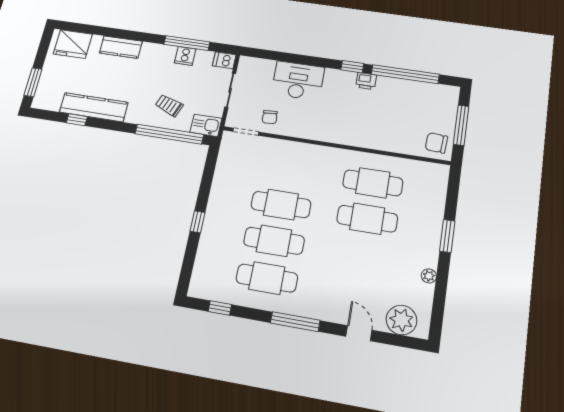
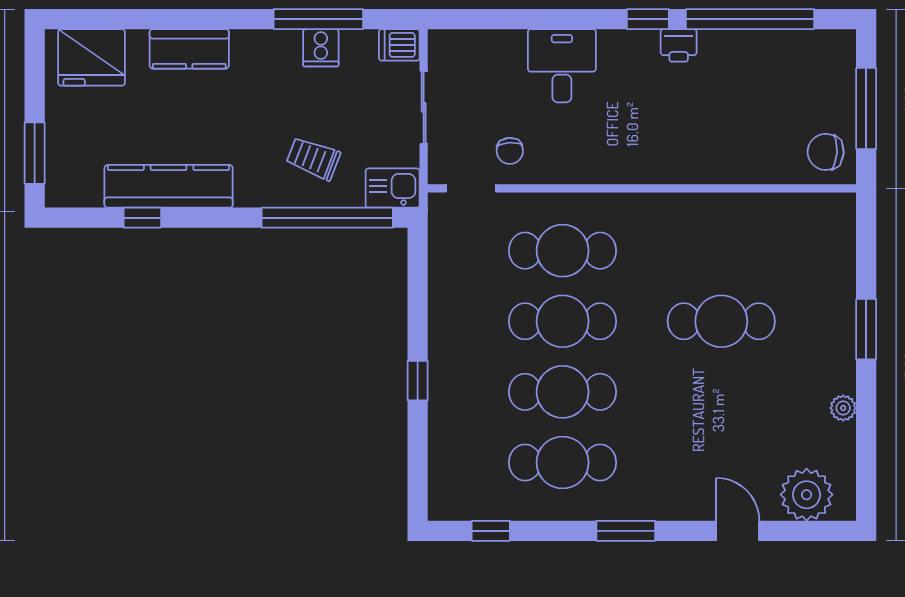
desk: (298, 81) -> (562, 66), width x0.73
cafe table: (373, 183) -> (563, 251), moved
window: (295, 322) -> (626, 531), width x0.69

